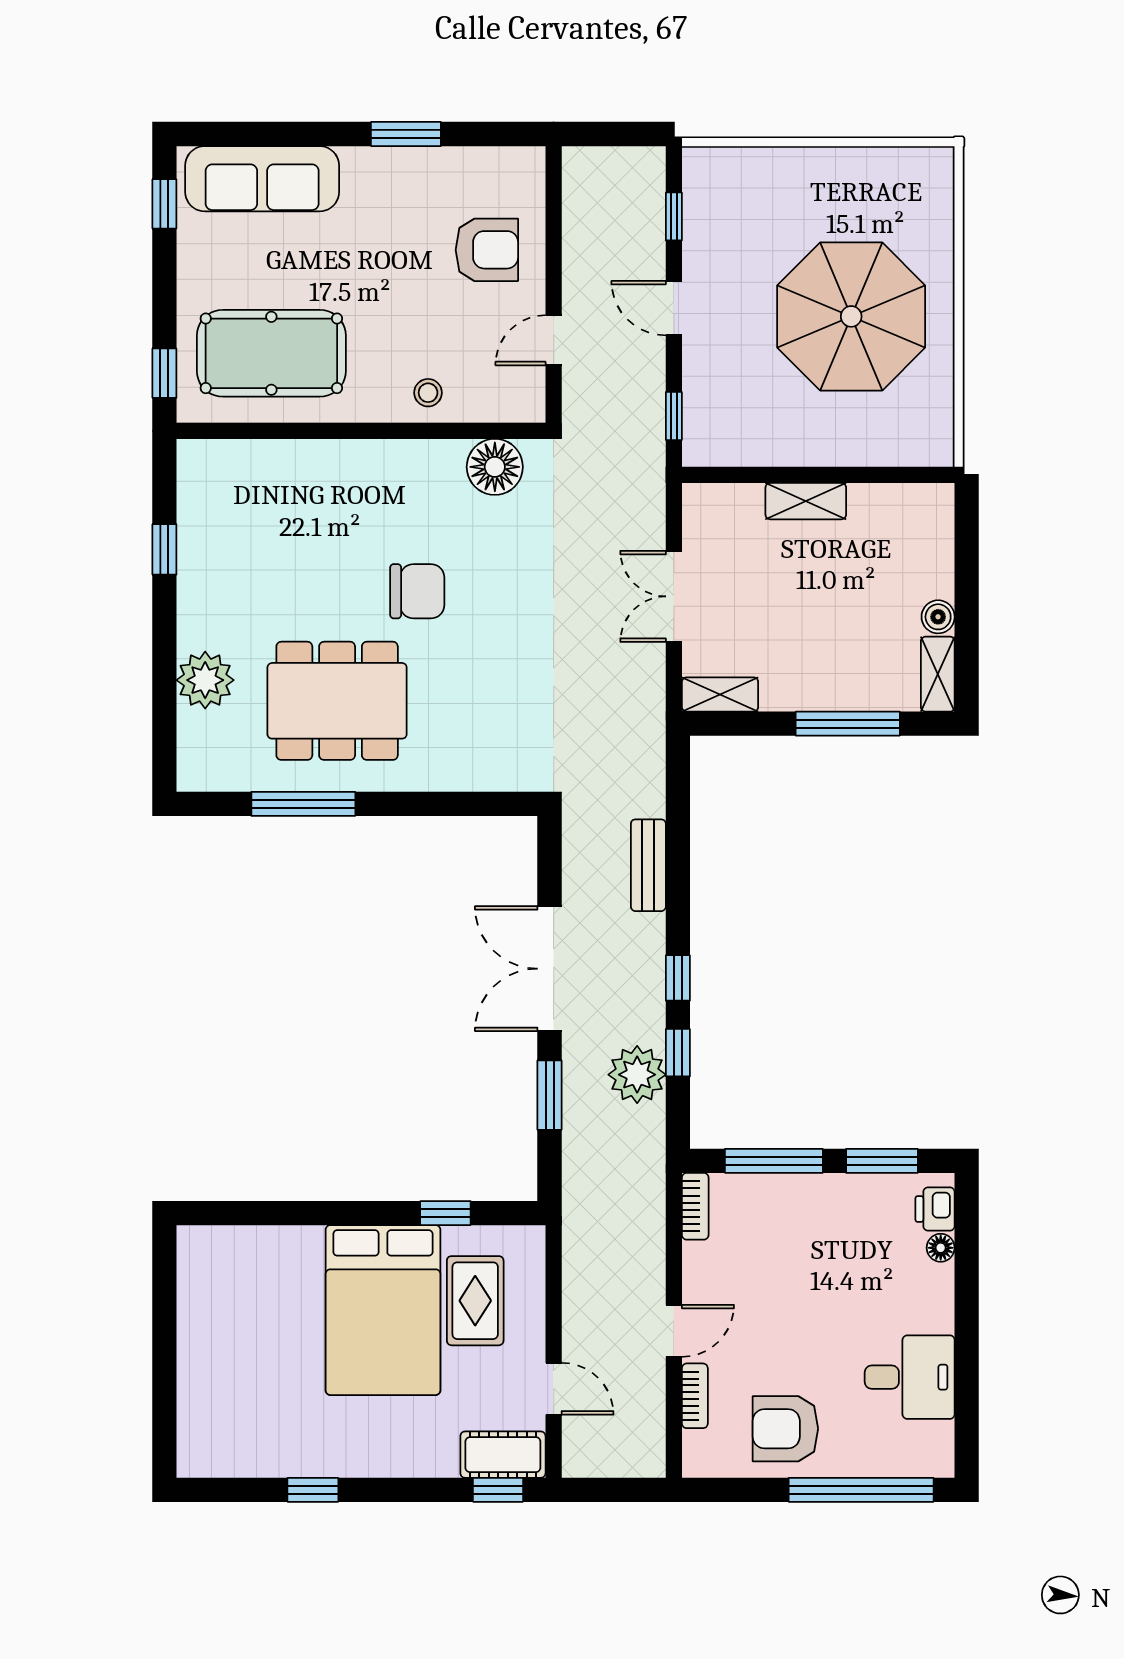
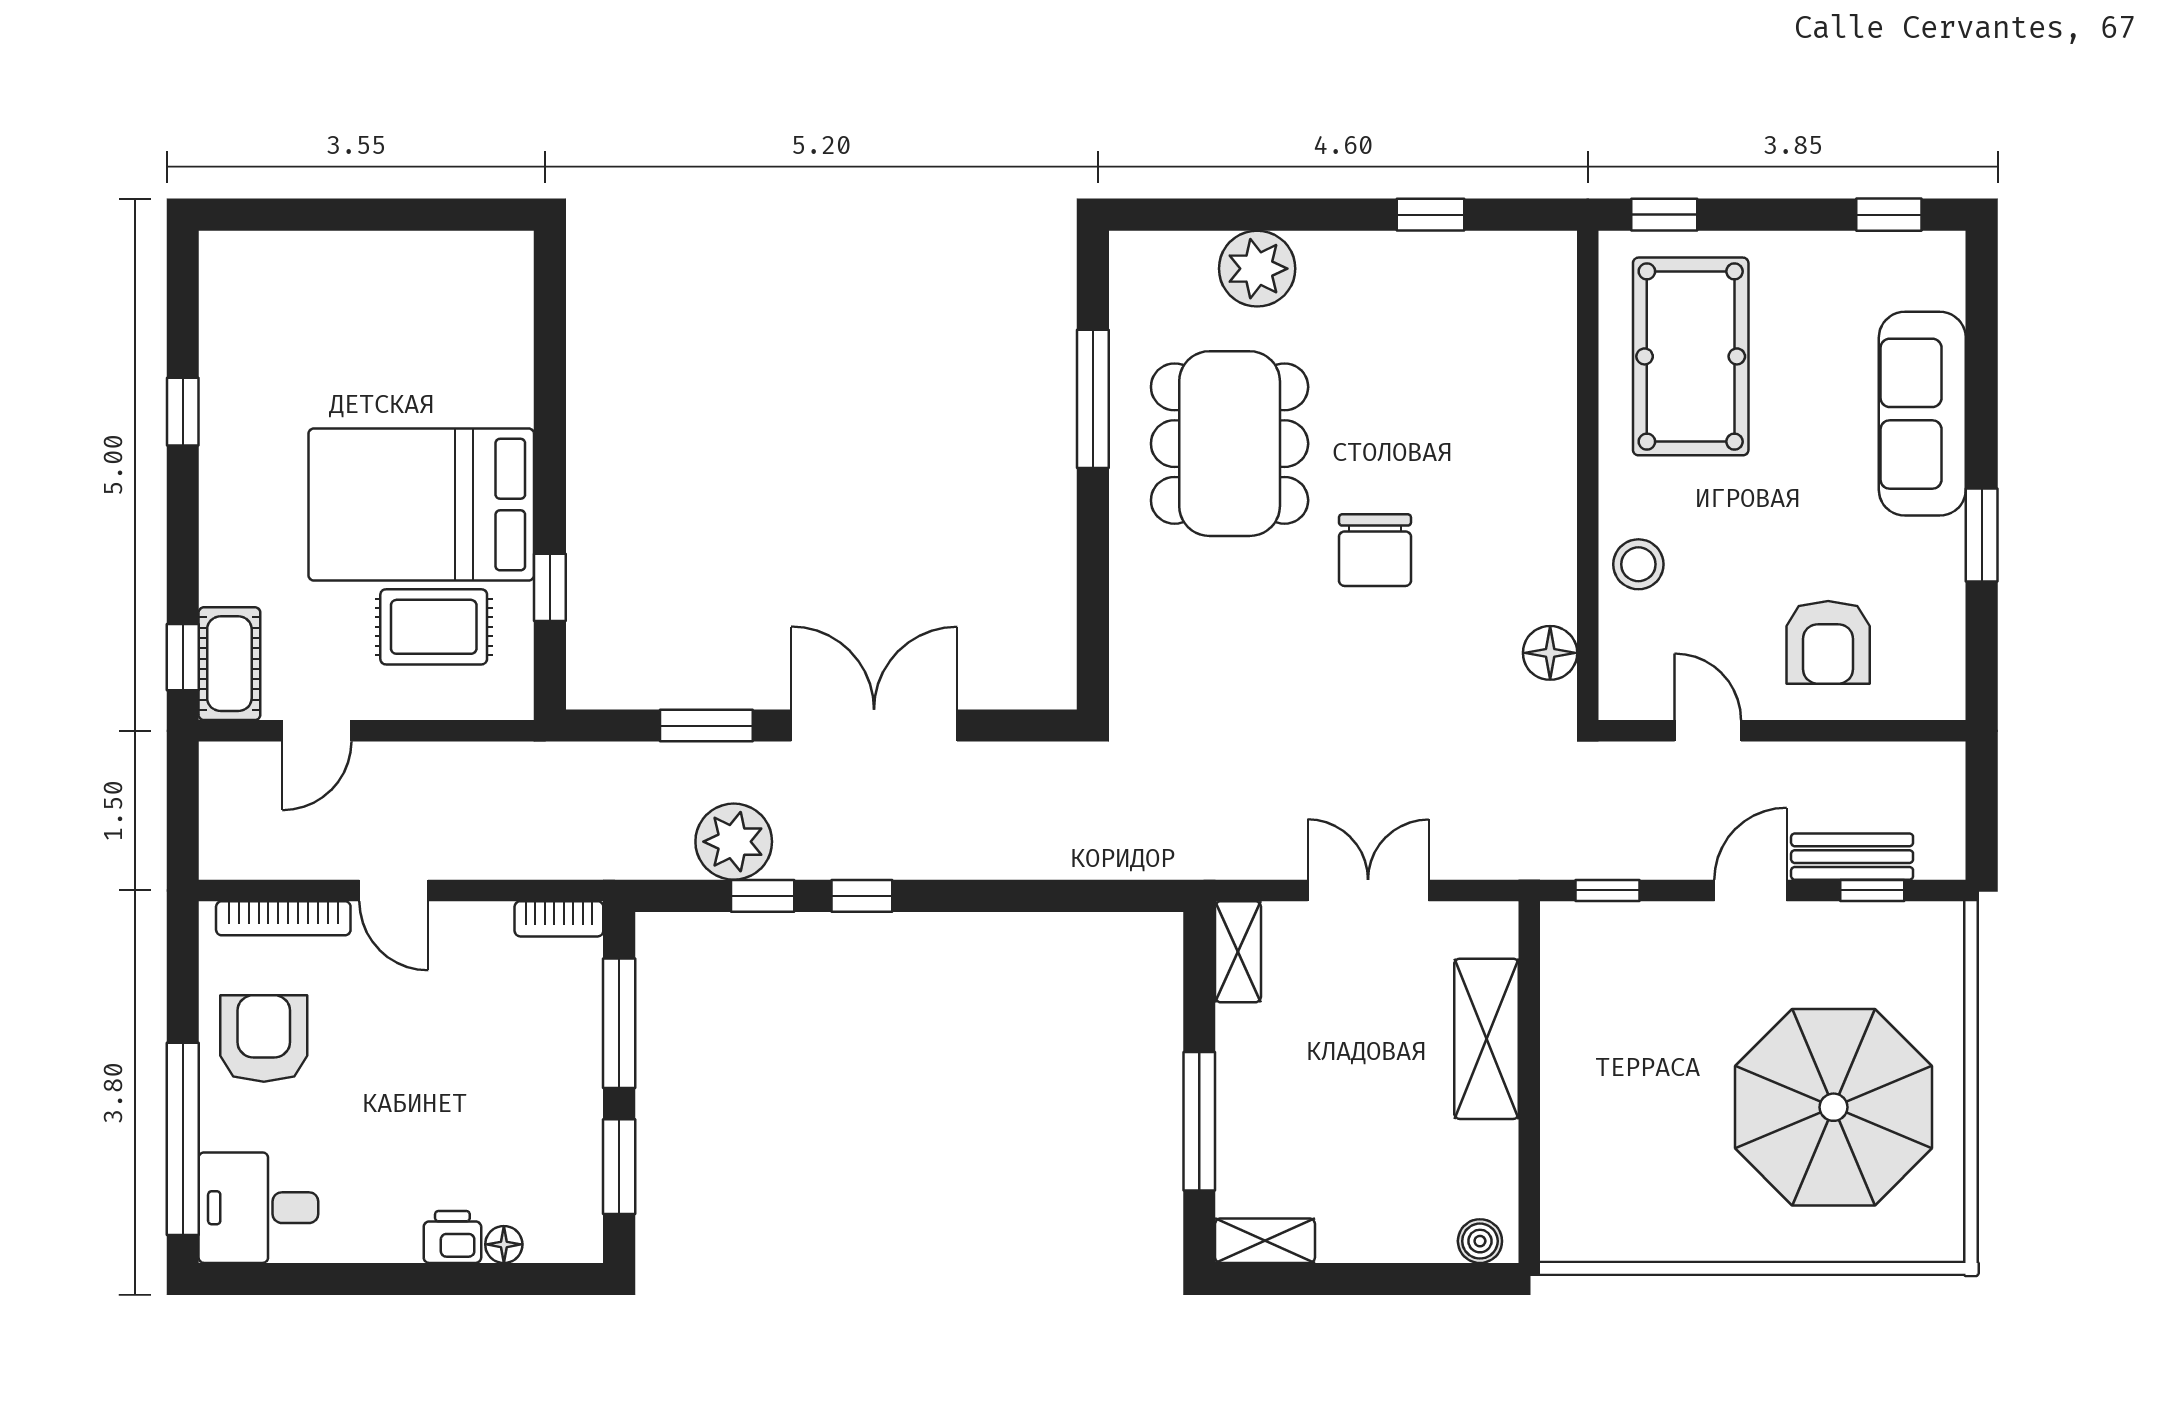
sofa: (262, 179) -> (1922, 414), moved
parasol: (851, 316) -> (1834, 1107), moved
stool: (428, 393) -> (1638, 564), width x1.37, depth x1.37
floor lamp: (495, 467) -> (1550, 653), width x0.73, depth x0.73
shelving: (806, 501) -> (1486, 1039), width x1.50, depth x1.33
boiler: (938, 617) -> (1480, 1241), moved
bench: (648, 865) -> (1852, 857), moved
printer: (935, 1209) -> (452, 1237), moved
desk: (910, 1377) -> (258, 1208), moved, turned 90
bookcase: (695, 1396) -> (283, 918), width x1.56

